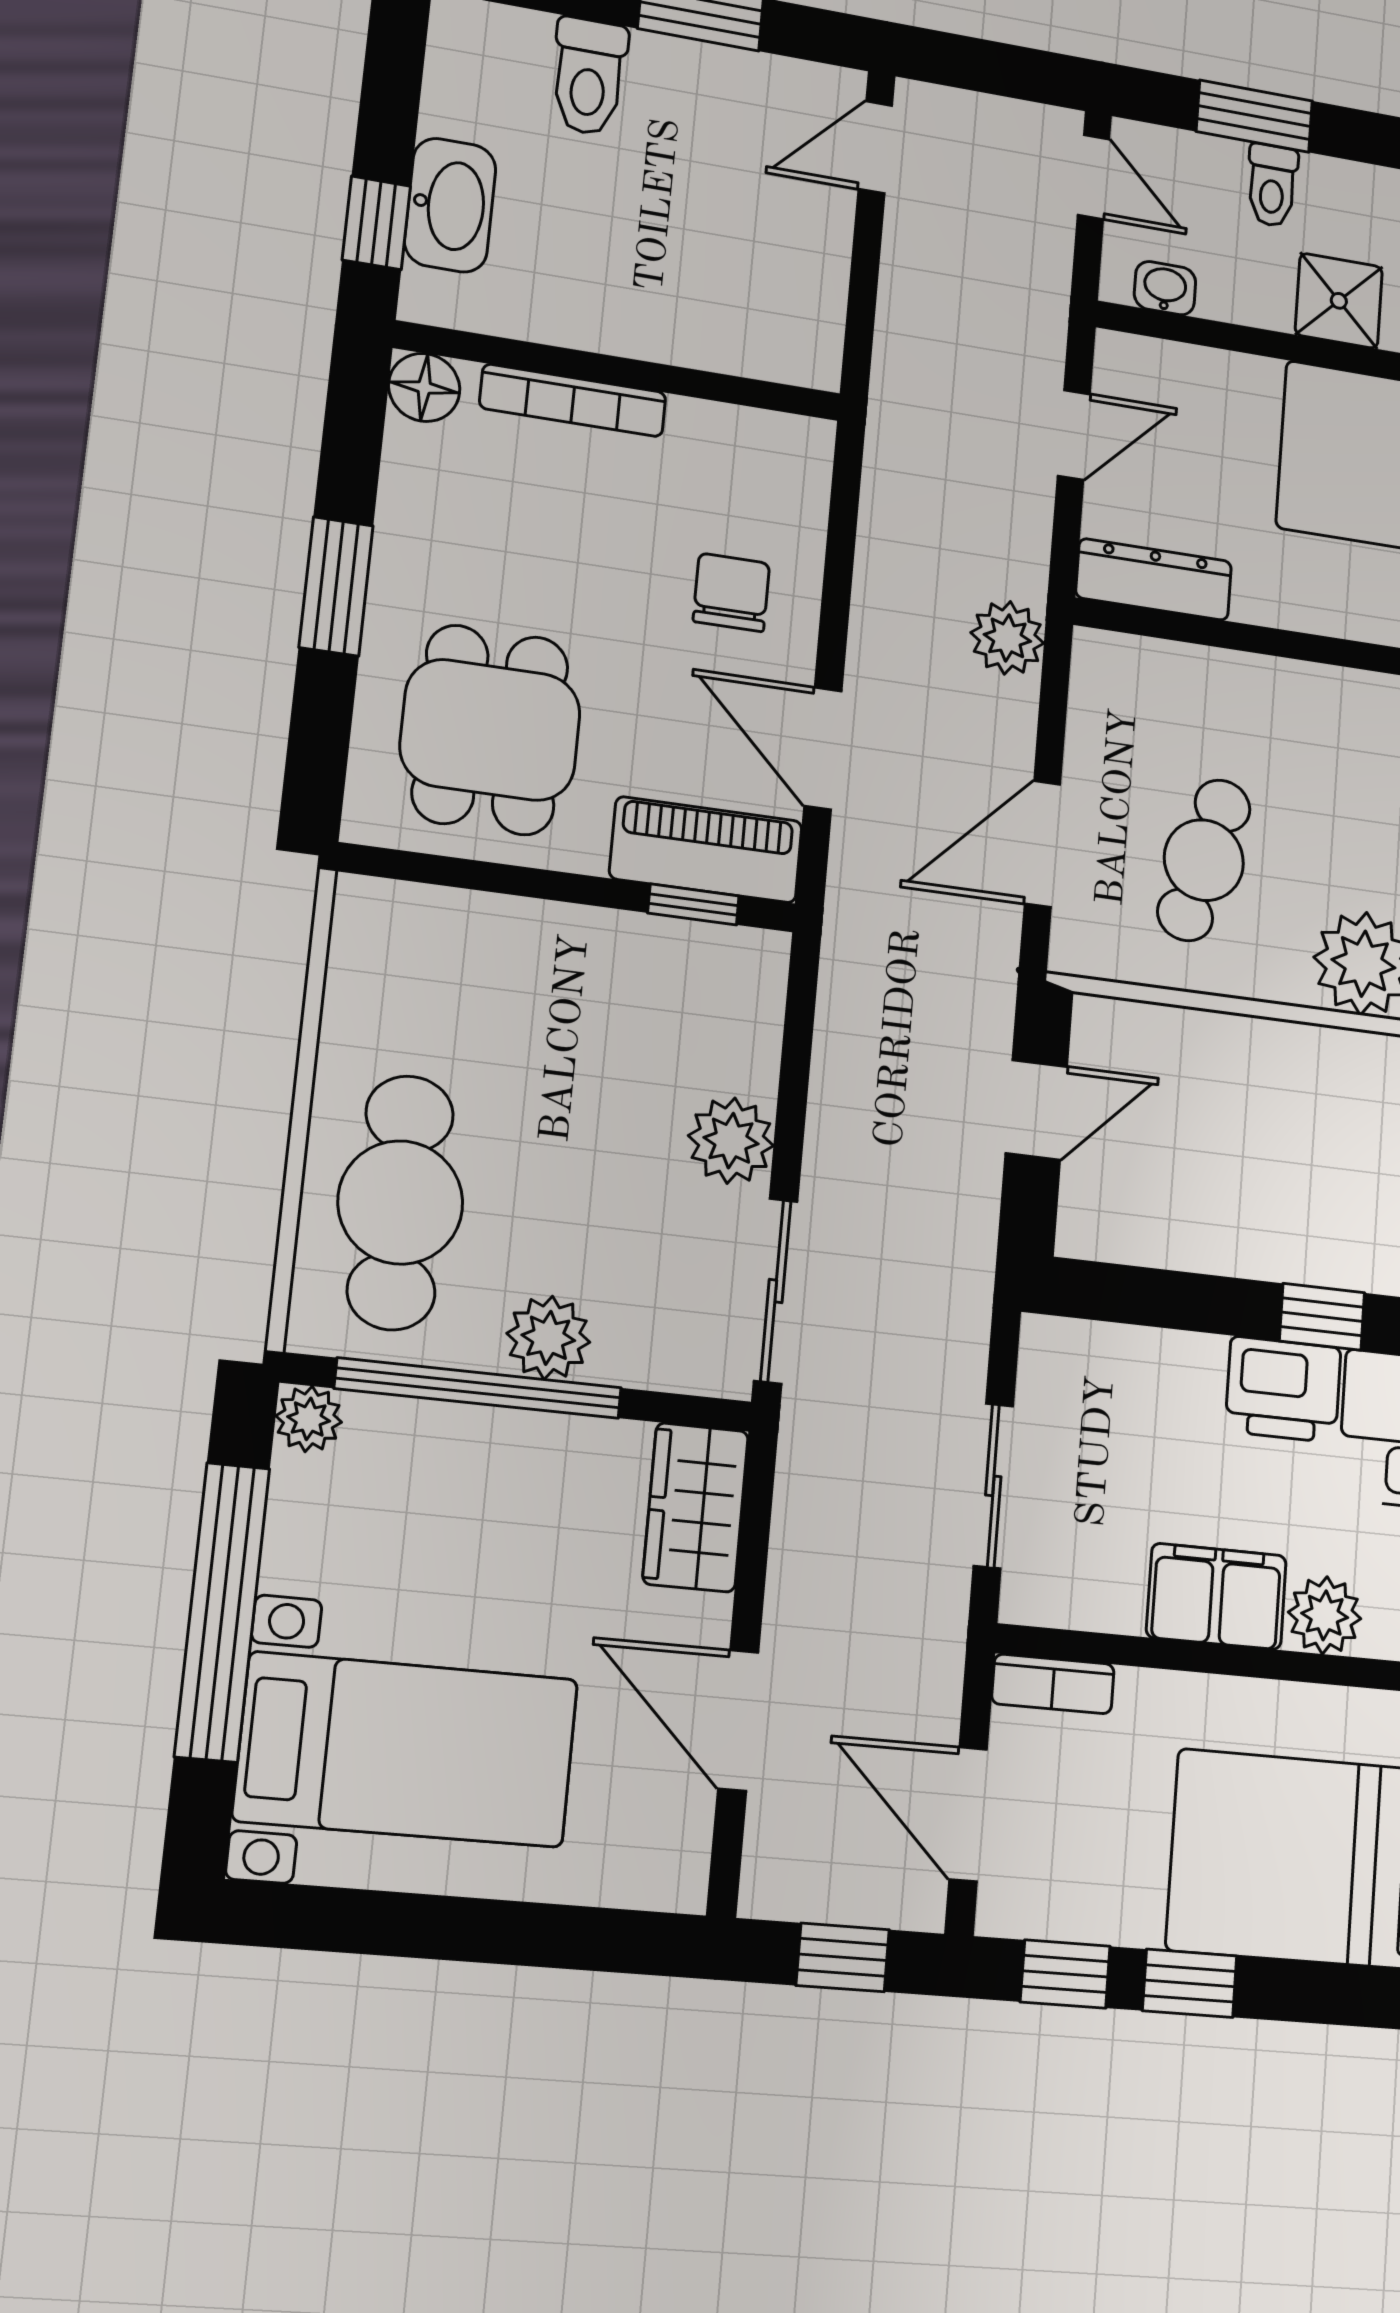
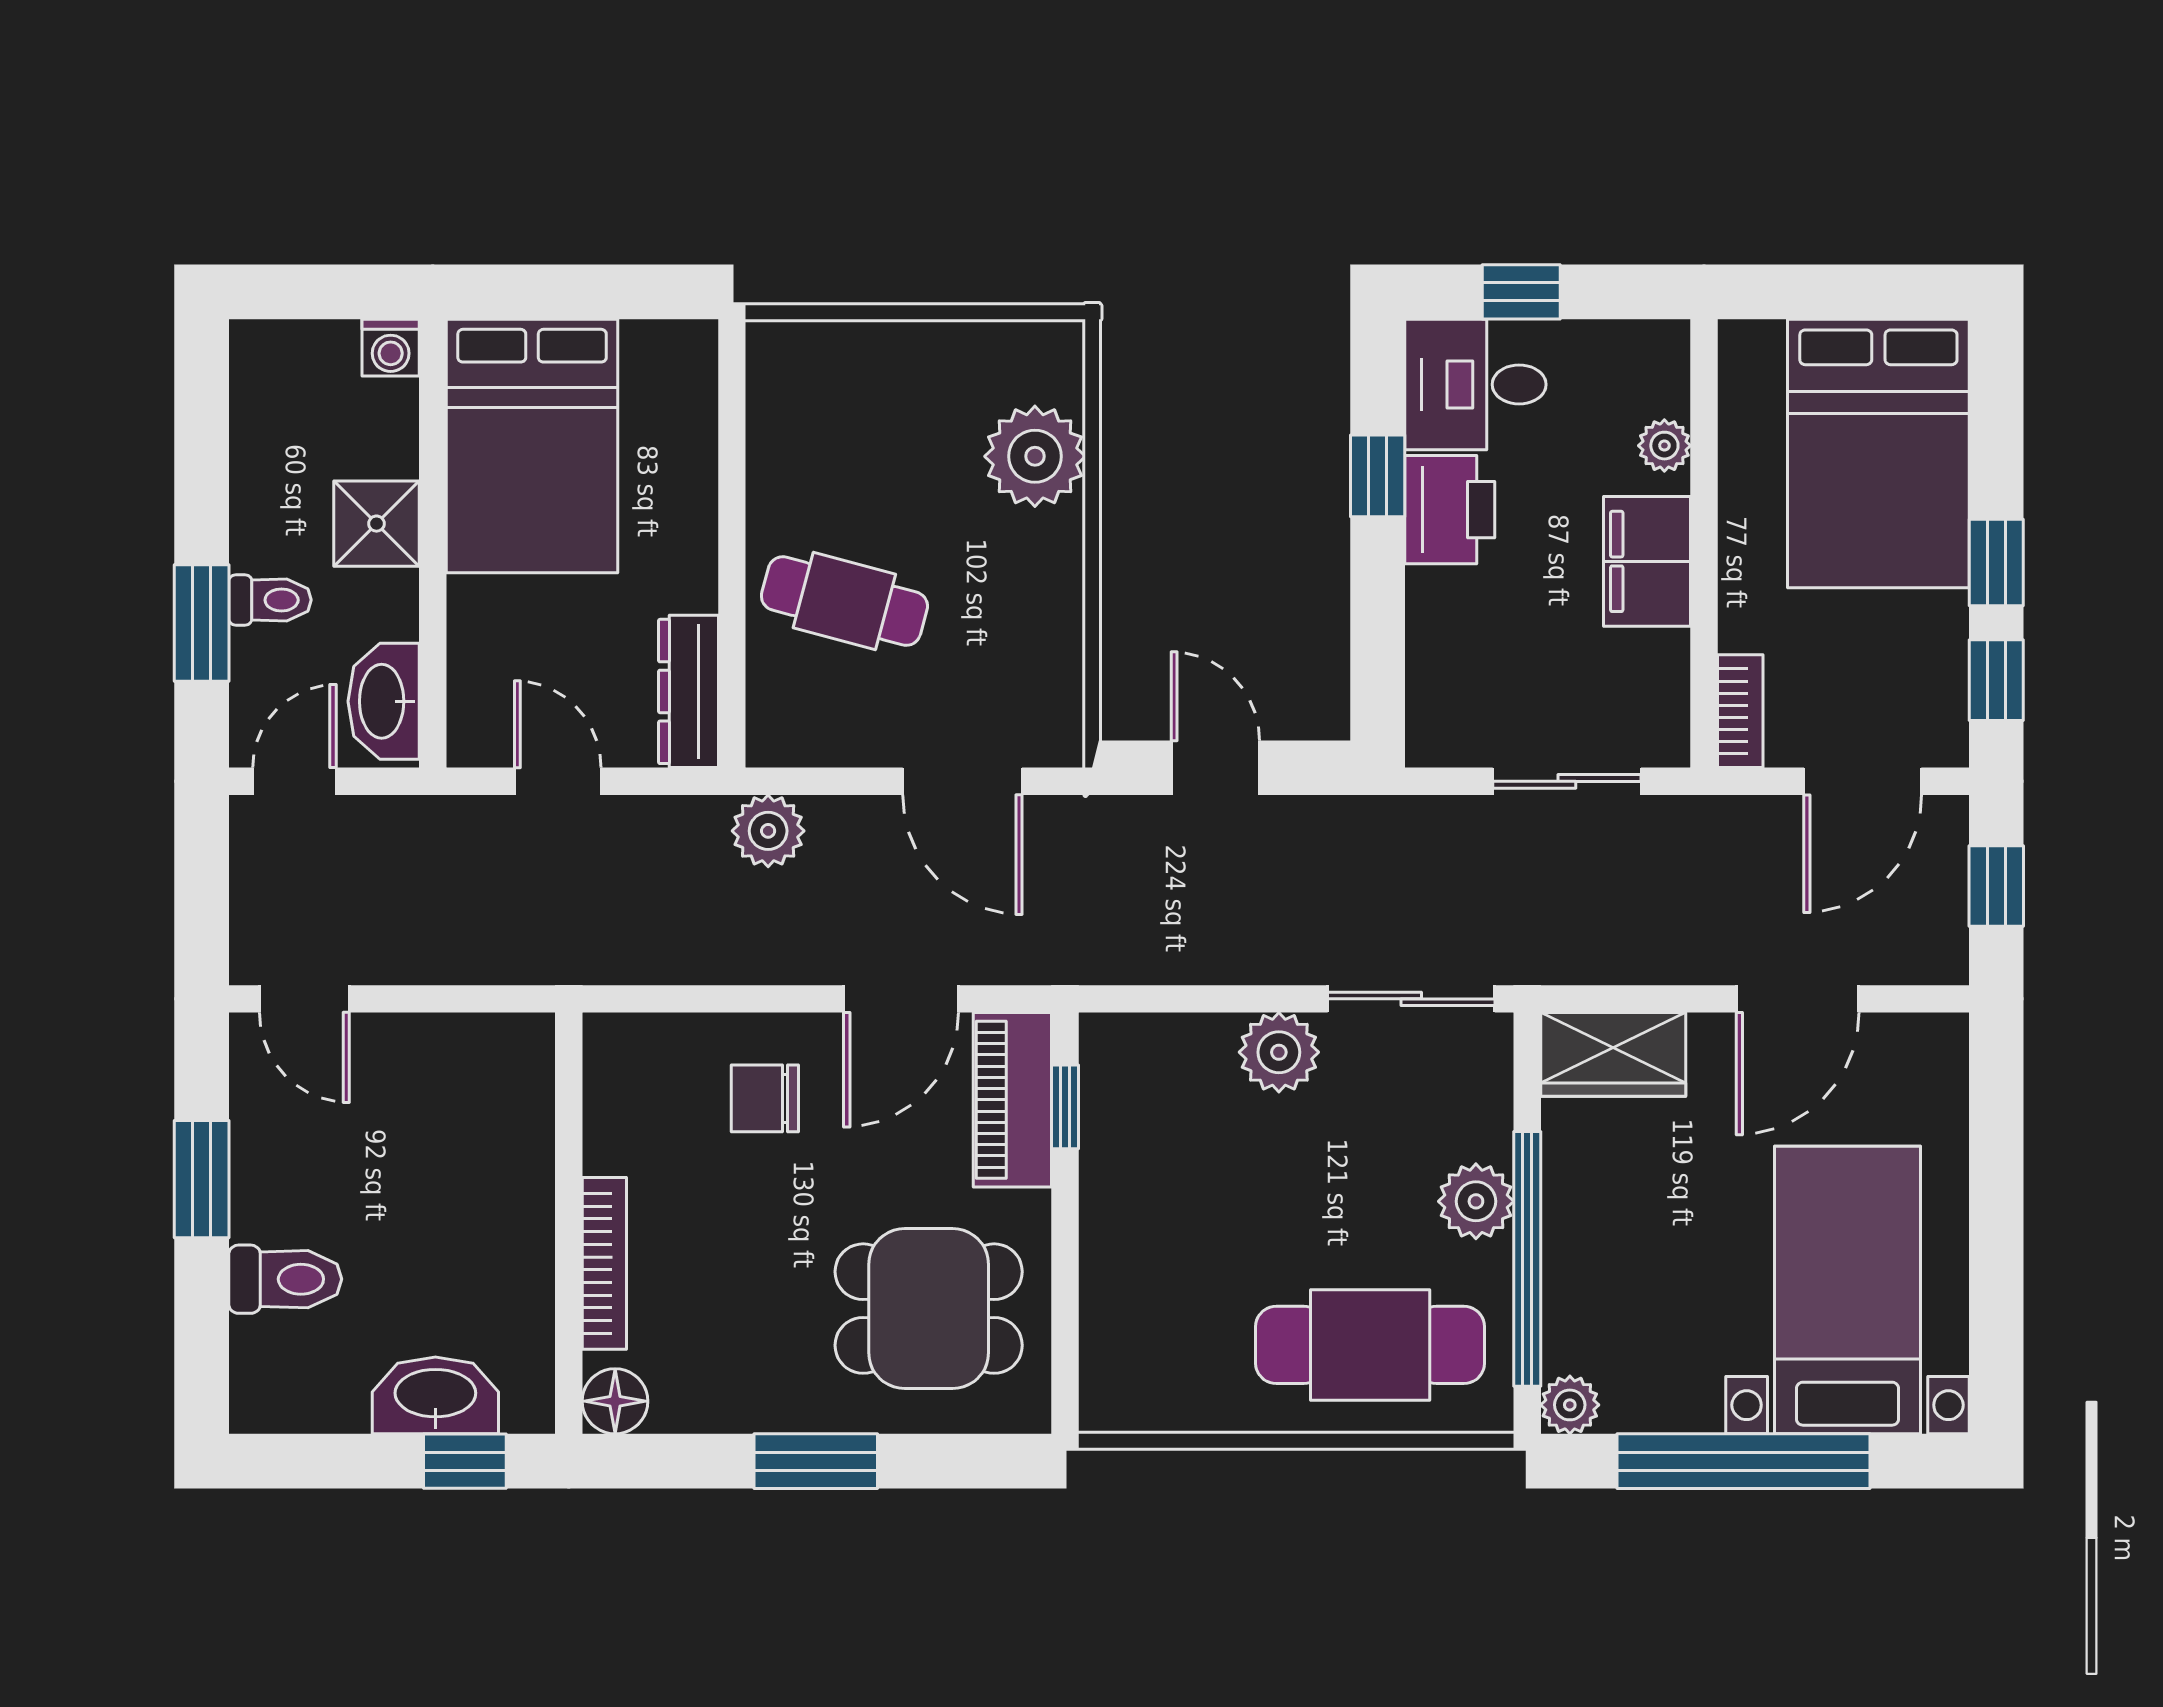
washbasin: (1165, 288) -> (384, 701), width x1.91, depth x1.45
cafe table: (1204, 860) -> (844, 601), moved
plant: (1325, 1615) -> (1664, 446), width x0.73, depth x0.73

